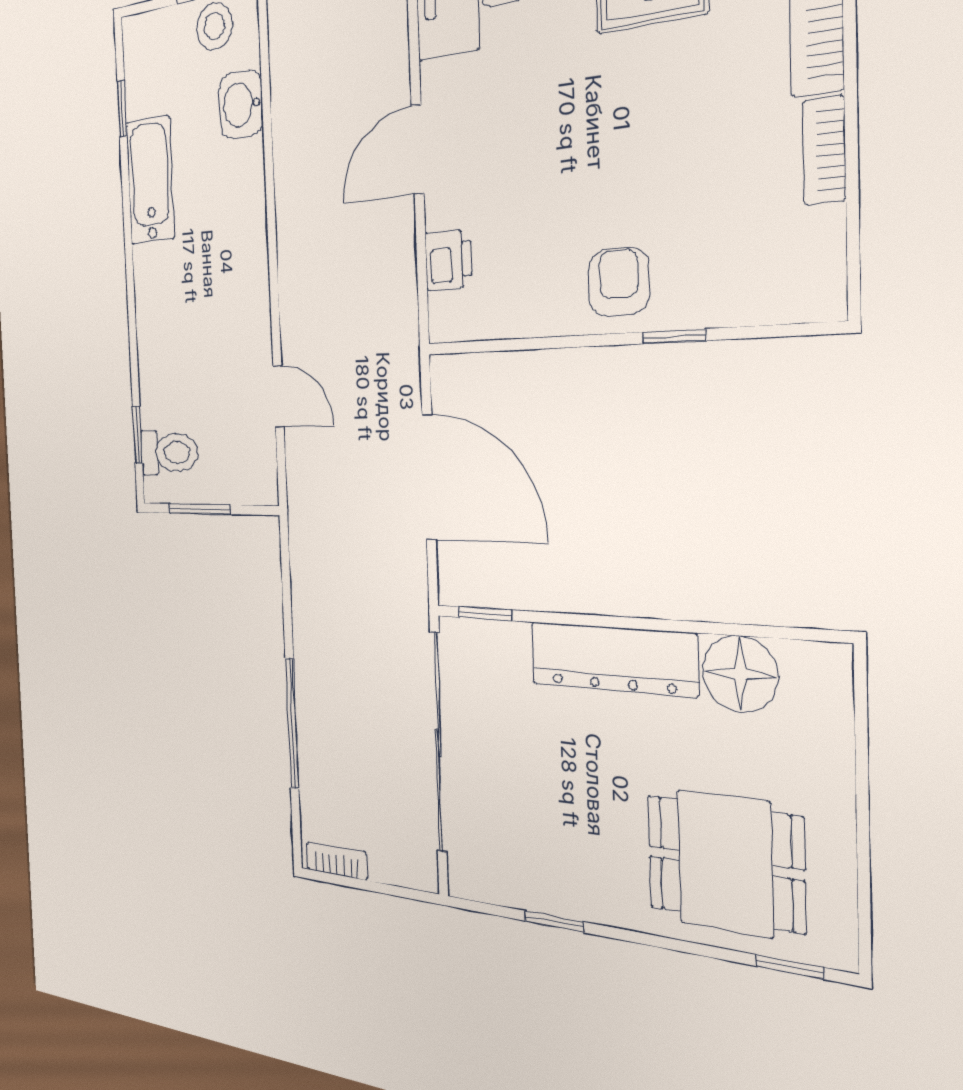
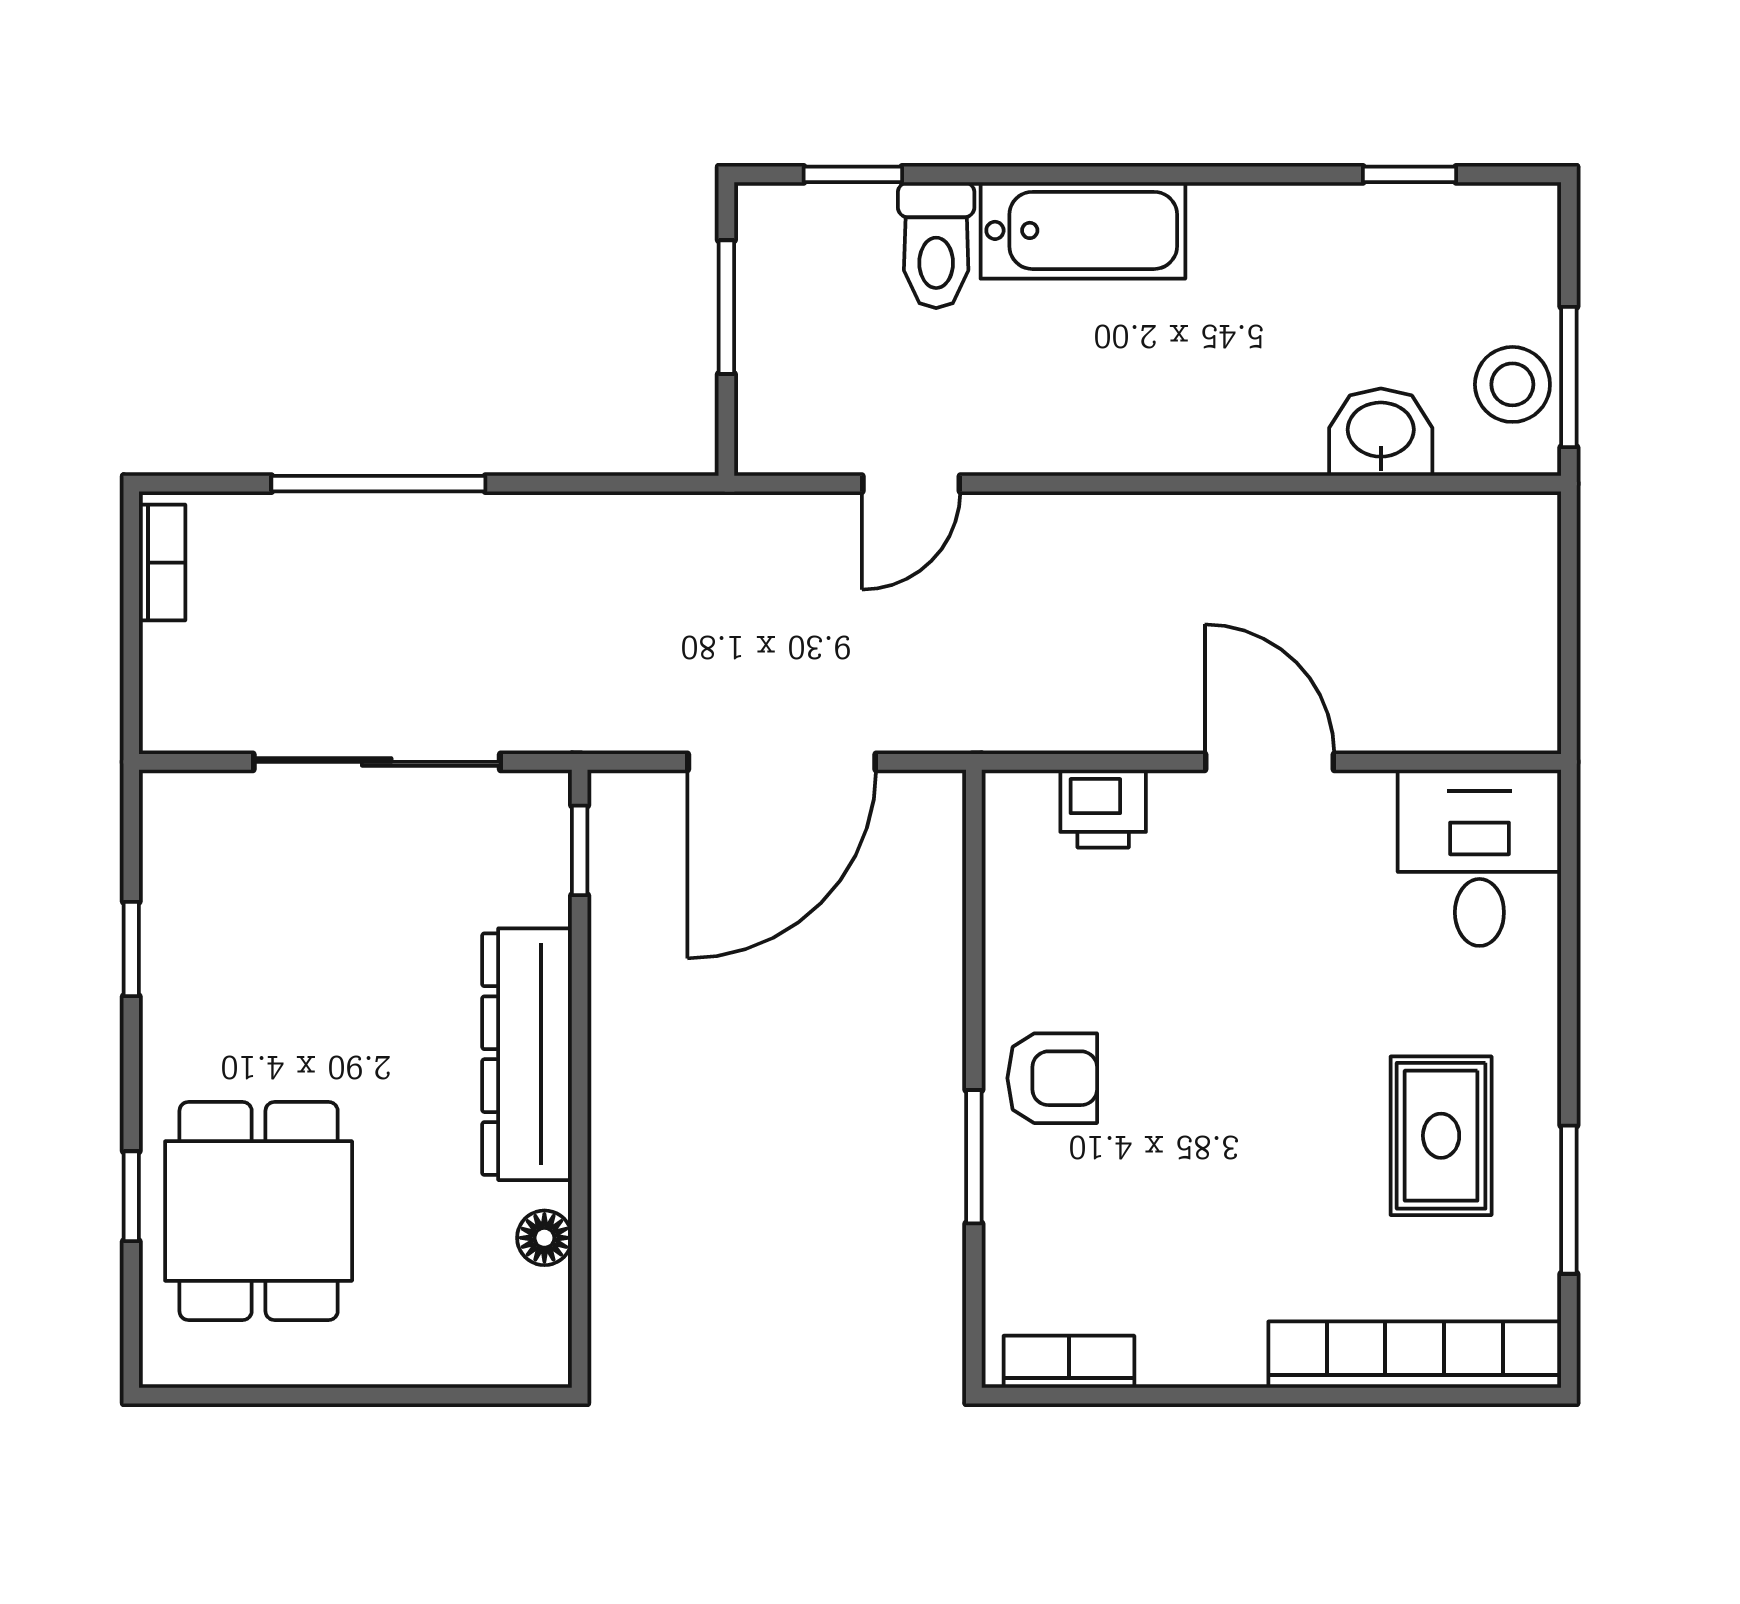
bookcase: (824, 151) -> (1069, 1362), moved
bathtub: (150, 181) -> (1083, 230), moved
window: (674, 336) -> (974, 1157), width x1.50
toilet: (169, 453) -> (936, 245), moved
floor lamp: (740, 674) -> (544, 1238), width x0.53, depth x0.53
sliding door: (438, 742) -> (377, 762), width x0.73
window: (790, 967) -> (131, 1196), moved

